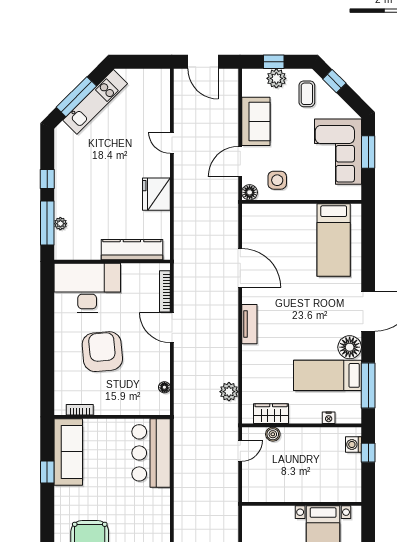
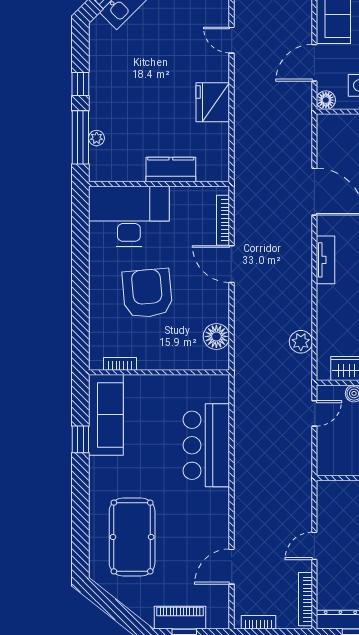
kitchen counter: (132, 250) -> (171, 170), width x0.67
floor lamp: (164, 387) -> (216, 336), width x1.89, depth x1.89
bar counter: (151, 453) -> (206, 445), moved

